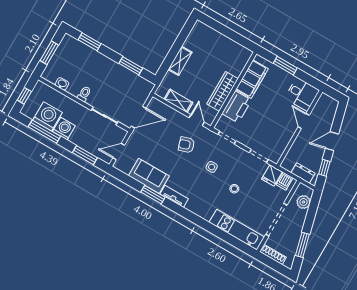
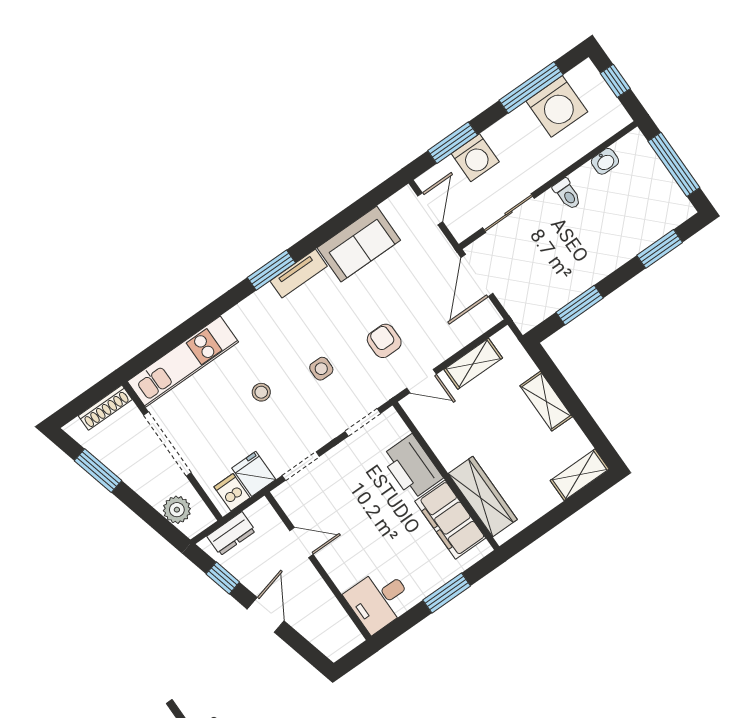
shelving: (206, 31) -> (580, 475), added
window: (49, 53) -> (674, 164), width x1.44
wardrobe: (222, 91) -> (483, 497), moved
door: (304, 121) -> (301, 543), moved
washing machine: (64, 129) -> (475, 158), moved
armchair: (186, 145) -> (384, 341), turned -72
window: (153, 195) -> (271, 270), moved

